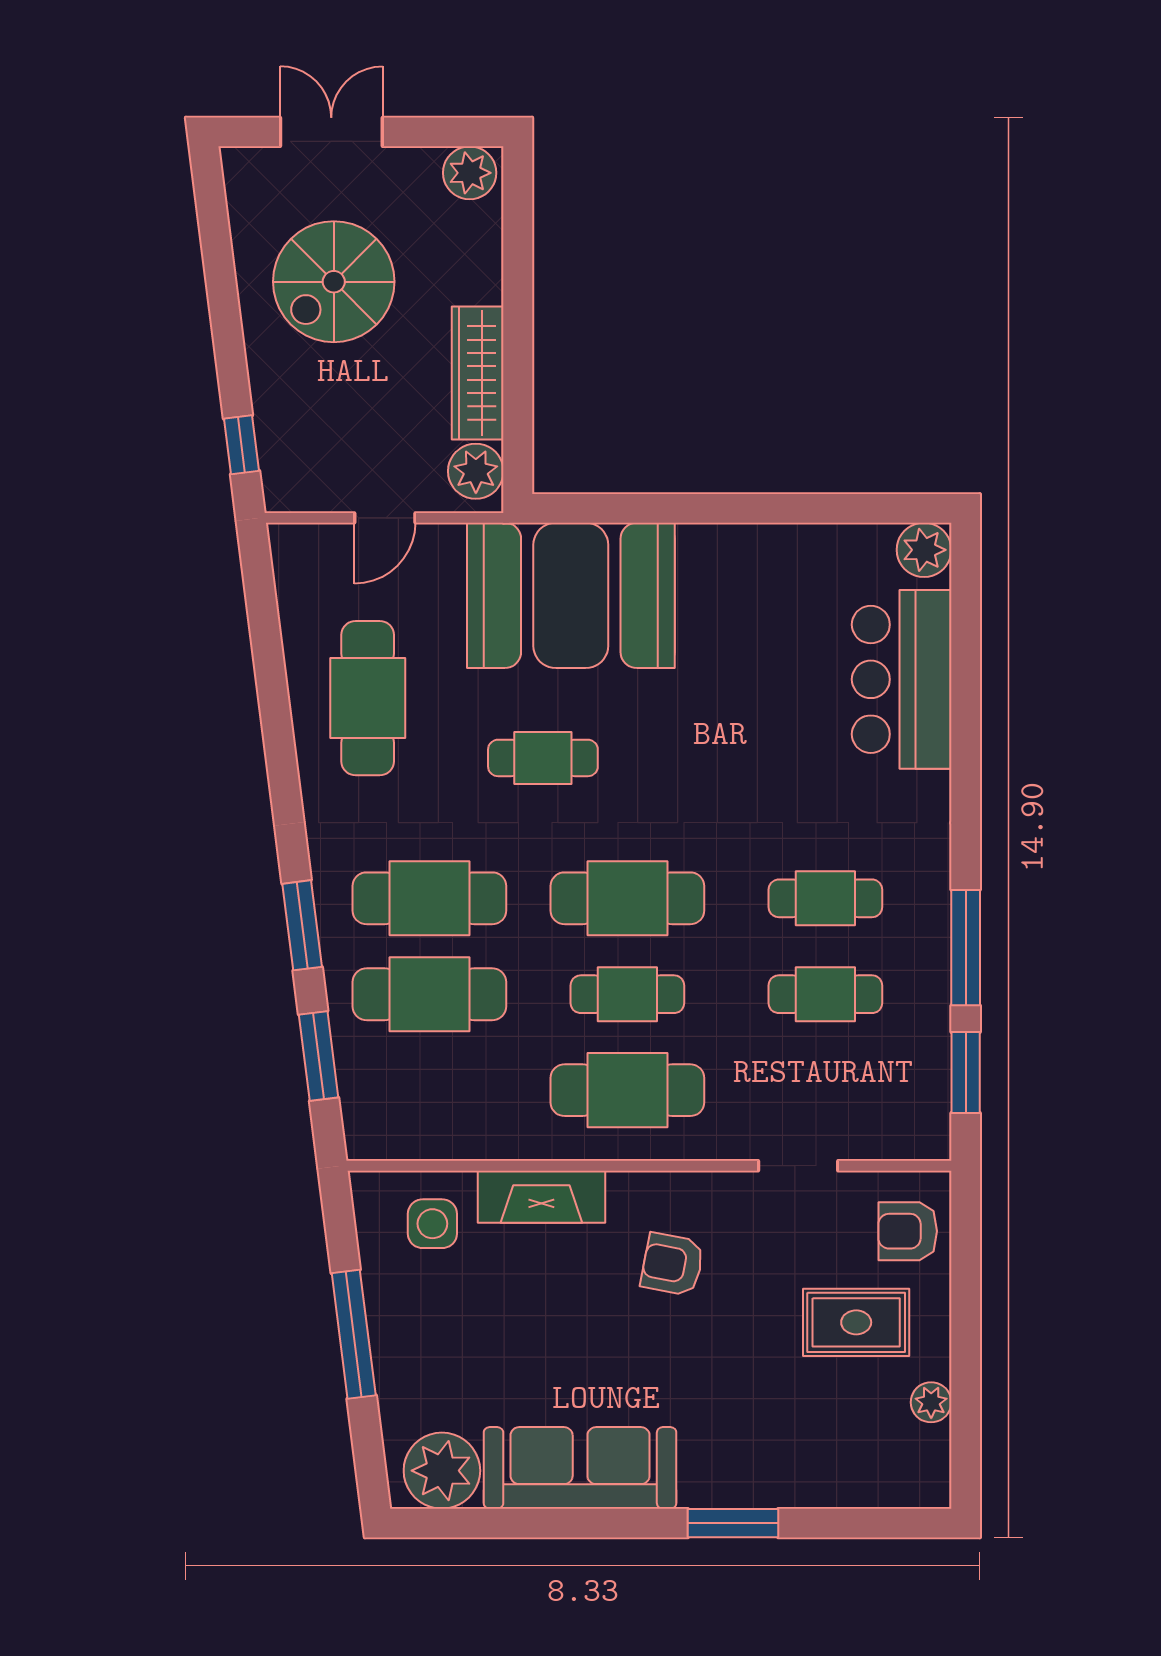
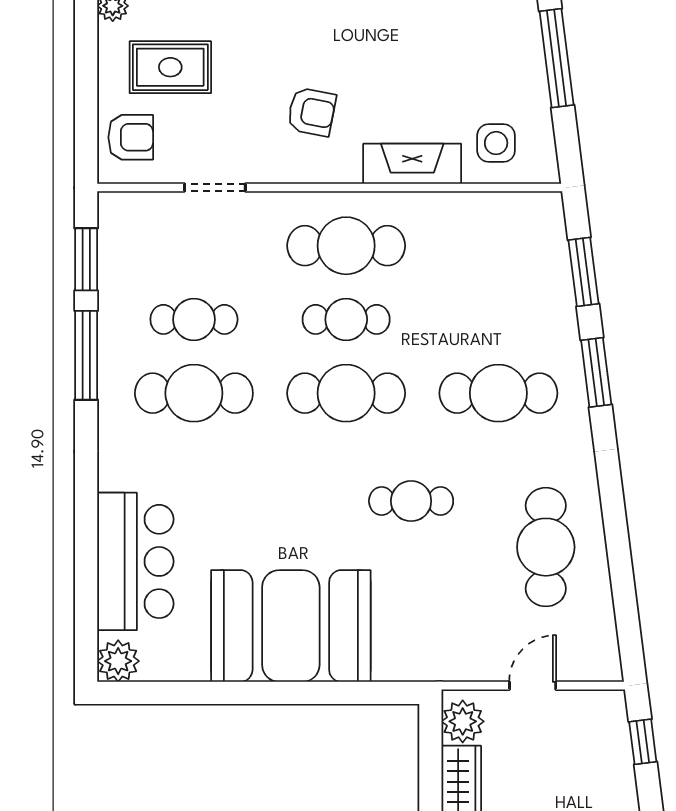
booth: (571, 595) -> (291, 626), moved
cafe table: (825, 898) -> (194, 393), width x1.37, depth x1.35
cafe table: (429, 994) -> (498, 319), removed

